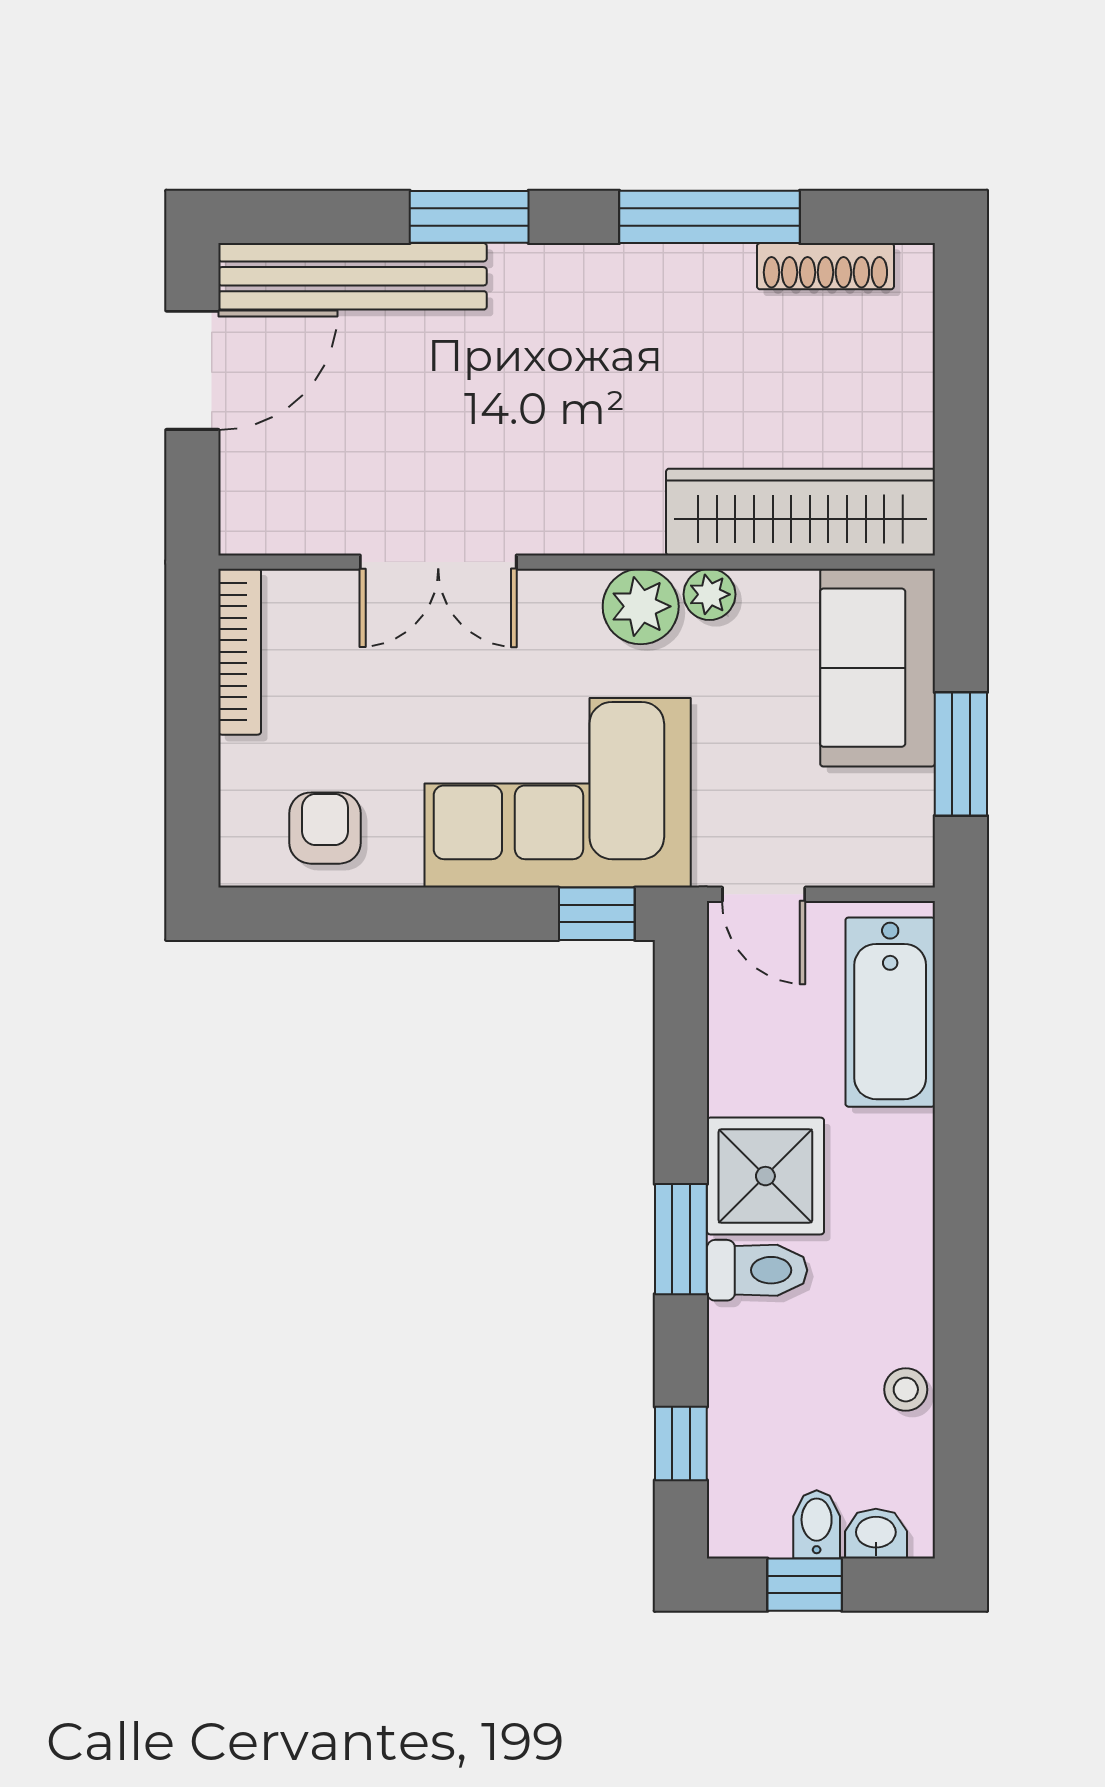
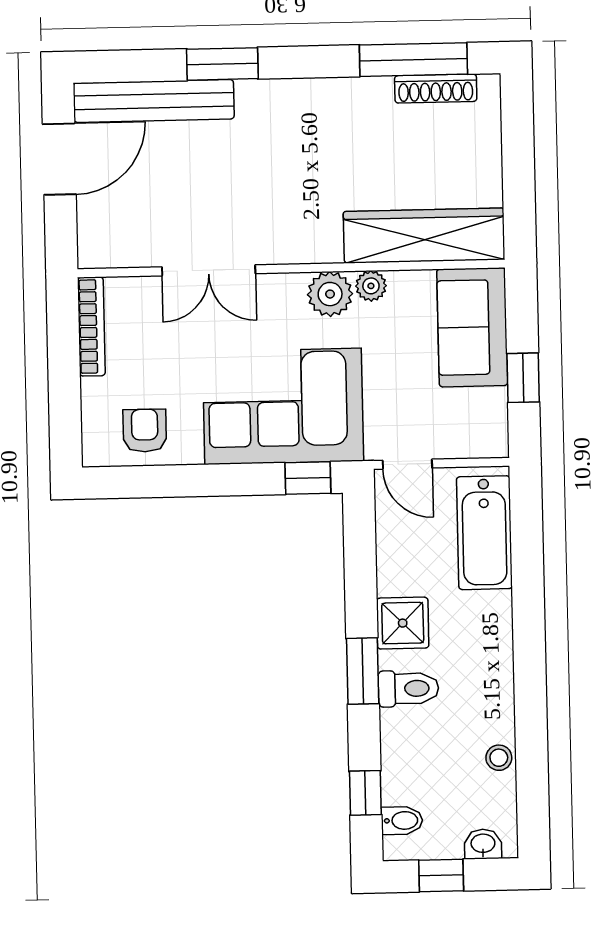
window: (710, 217) -> (413, 60), moved
window: (961, 754) -> (523, 378), width x0.67
shower: (765, 1176) -> (403, 623), width x0.73, depth x0.73
bidet: (817, 1524) -> (402, 821), moved, turned 90

